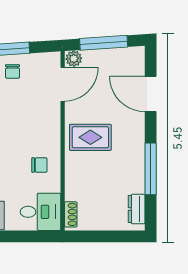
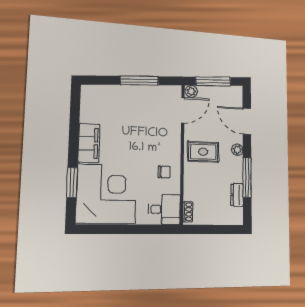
chair: (13, 71) -> (145, 98), removed
plant: (137, 133) -> (237, 150), added
dresser: (137, 209) -> (237, 195), moved

